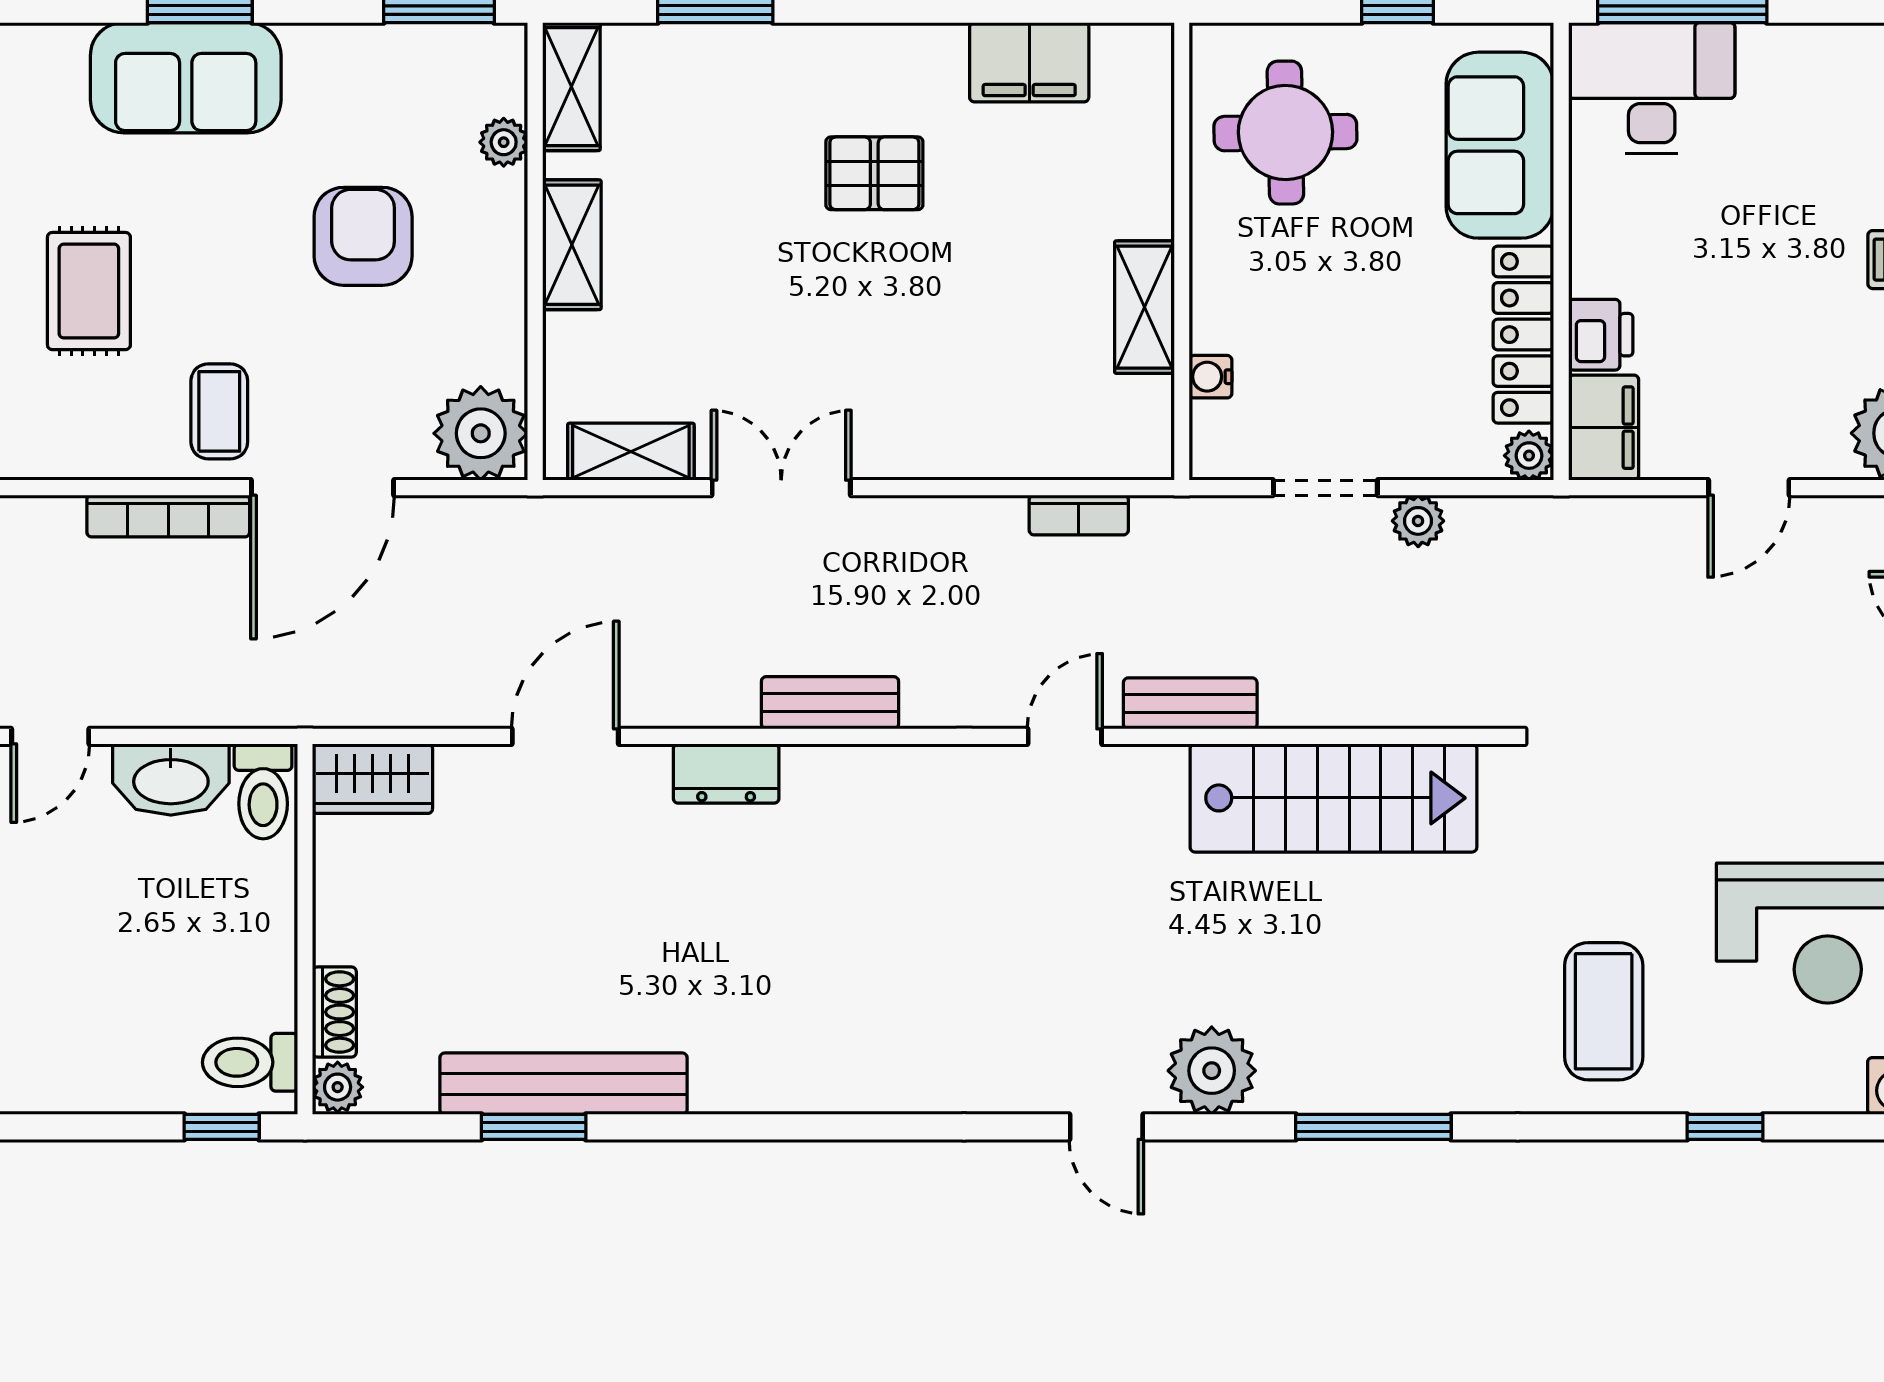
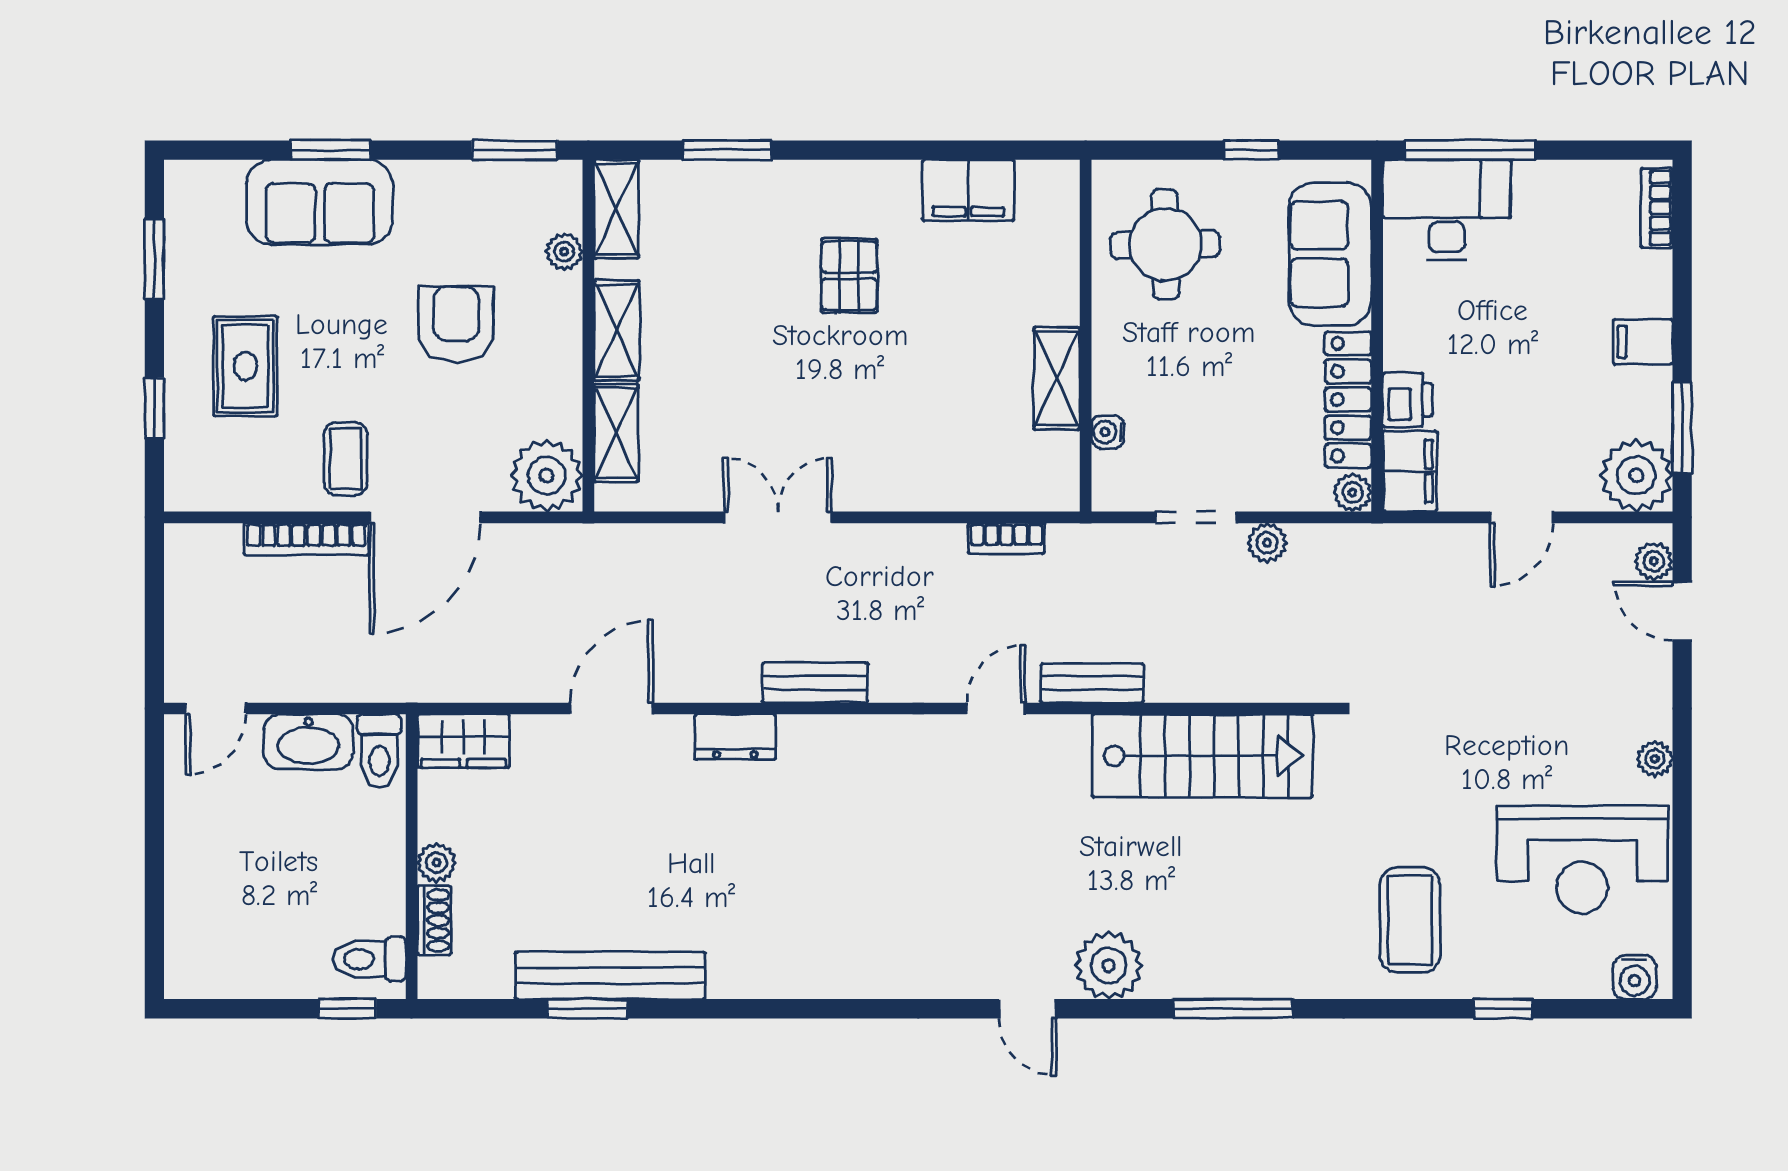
pallet: (874, 173) -> (849, 276), turned 90
shelving: (631, 452) -> (616, 433), moved, turned 90
plant: (338, 1087) -> (437, 863), moved

